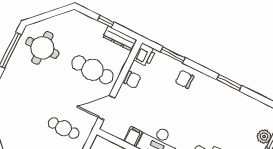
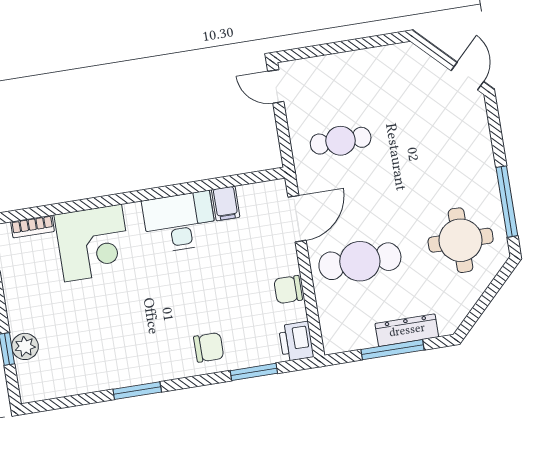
window: (106, 21) -> (393, 350), width x2.17
dresser: (120, 39) -> (407, 330), moved

